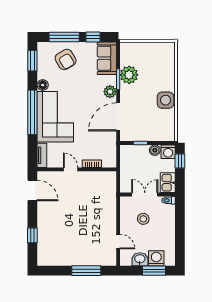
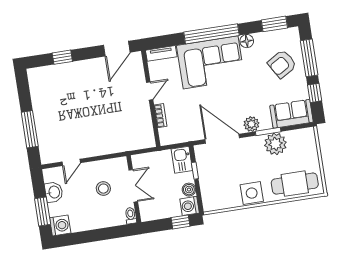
cafe table: (163, 64) -> (295, 184), added
kitchen sink: (168, 183) -> (182, 160), moved, turned -90
washing machine: (156, 258) -> (60, 225), moved

